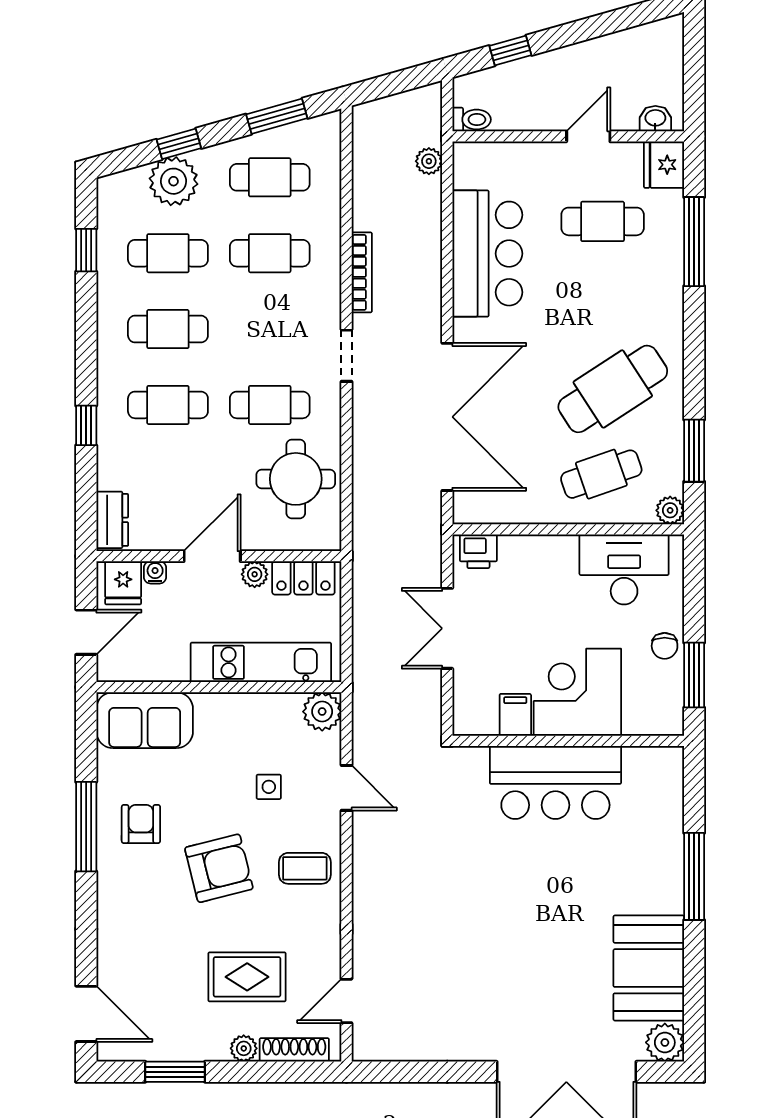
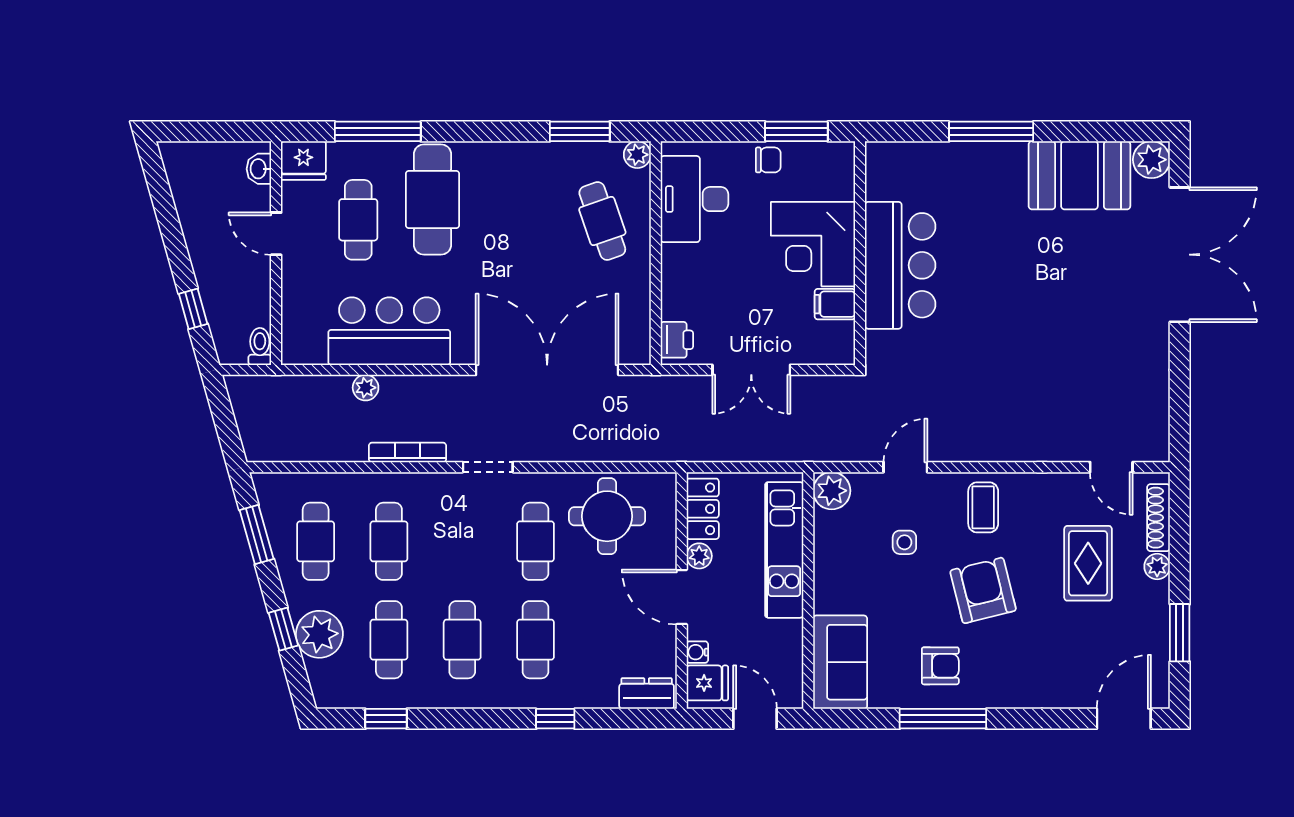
plant: (429, 161) -> (366, 388), moved
cafe table: (613, 389) -> (432, 199), moved, turned 33
armchair: (141, 824) -> (940, 666), turned 180

